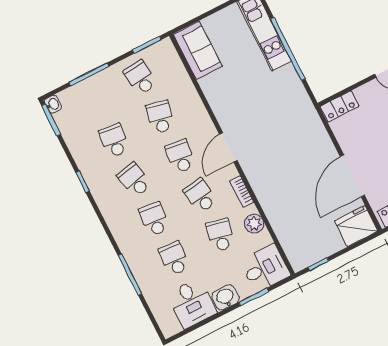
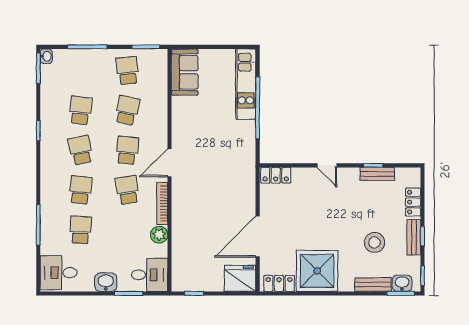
bookcase: (242, 191) -> (162, 204), width x1.56
school desk: (220, 235) -> (127, 230), removed
desk: (192, 303) -> (59, 273), moved, turned 90

